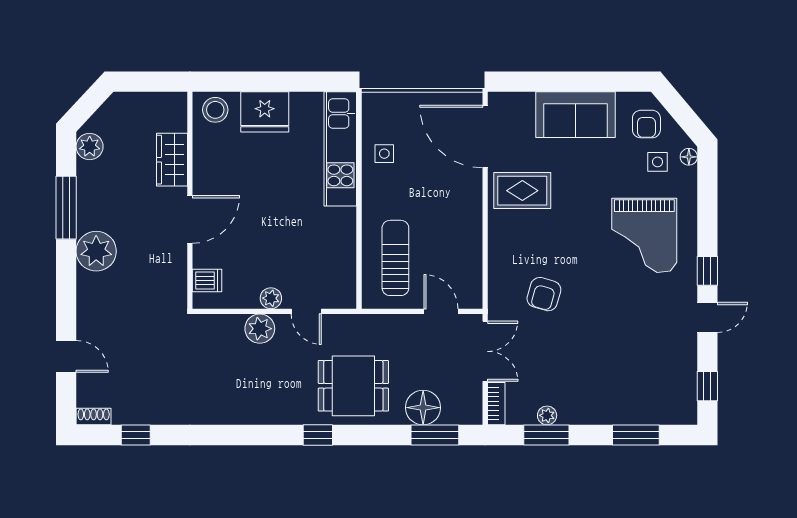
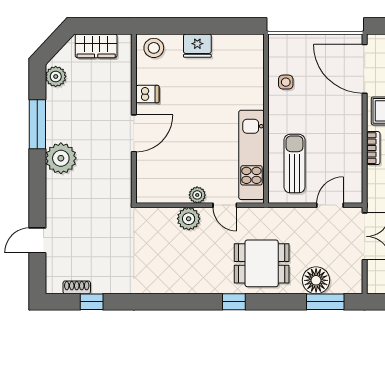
fridge: (265, 112) -> (197, 46), width x0.73, depth x0.75
kitchen unit: (340, 149) -> (251, 155), moved
wardrobe: (172, 160) -> (96, 46), moved, turned -90
dishwasher: (207, 281) -> (147, 94), moved
door: (441, 311) -> (330, 205), hinge flipped
door: (66, 356) -> (37, 240), swing flipped
bookcase: (496, 404) -> (373, 148), moved
shoe rack: (94, 417) -> (77, 287), moved

